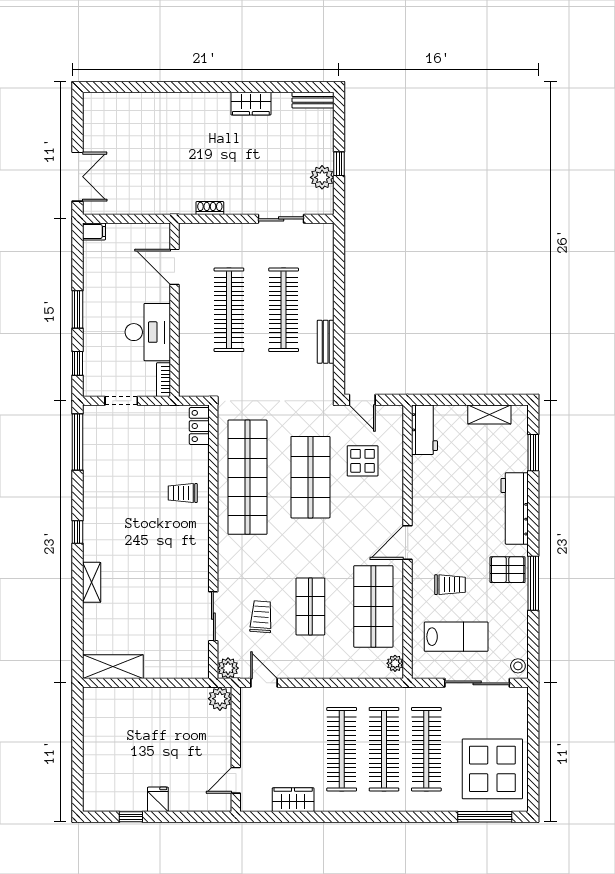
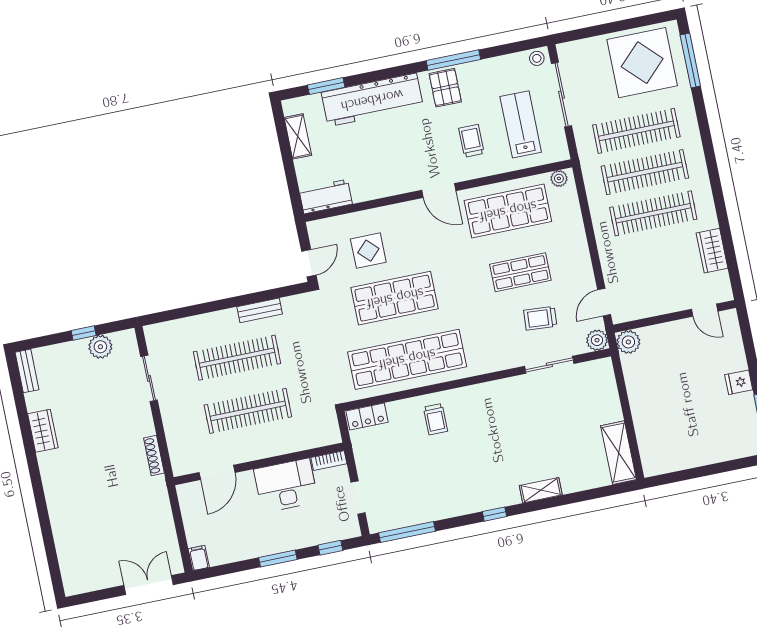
shoe rack: (210, 208) -> (154, 455), width x1.43
workbench: (515, 508) -> (372, 100), width x1.36, depth x1.32

